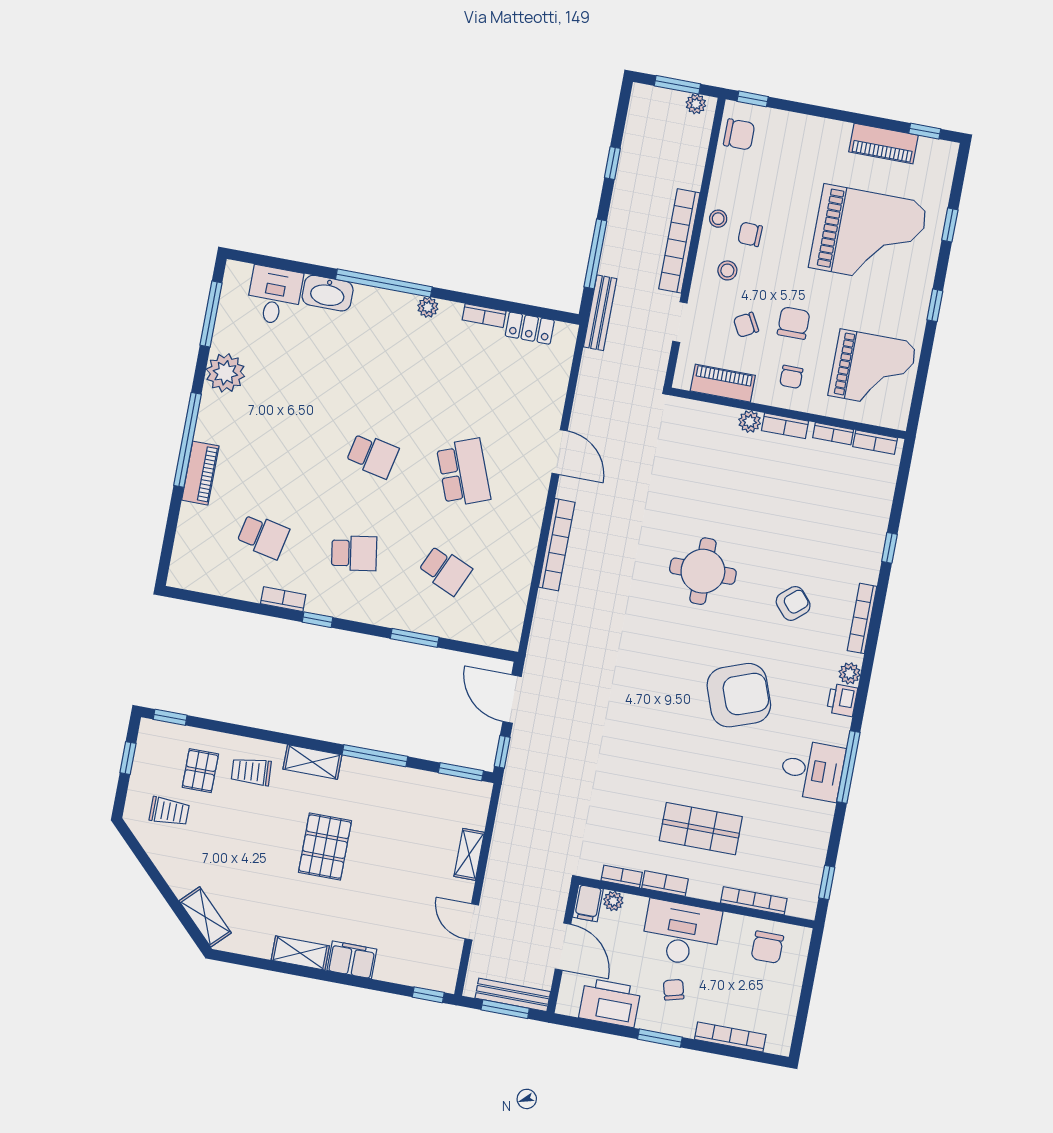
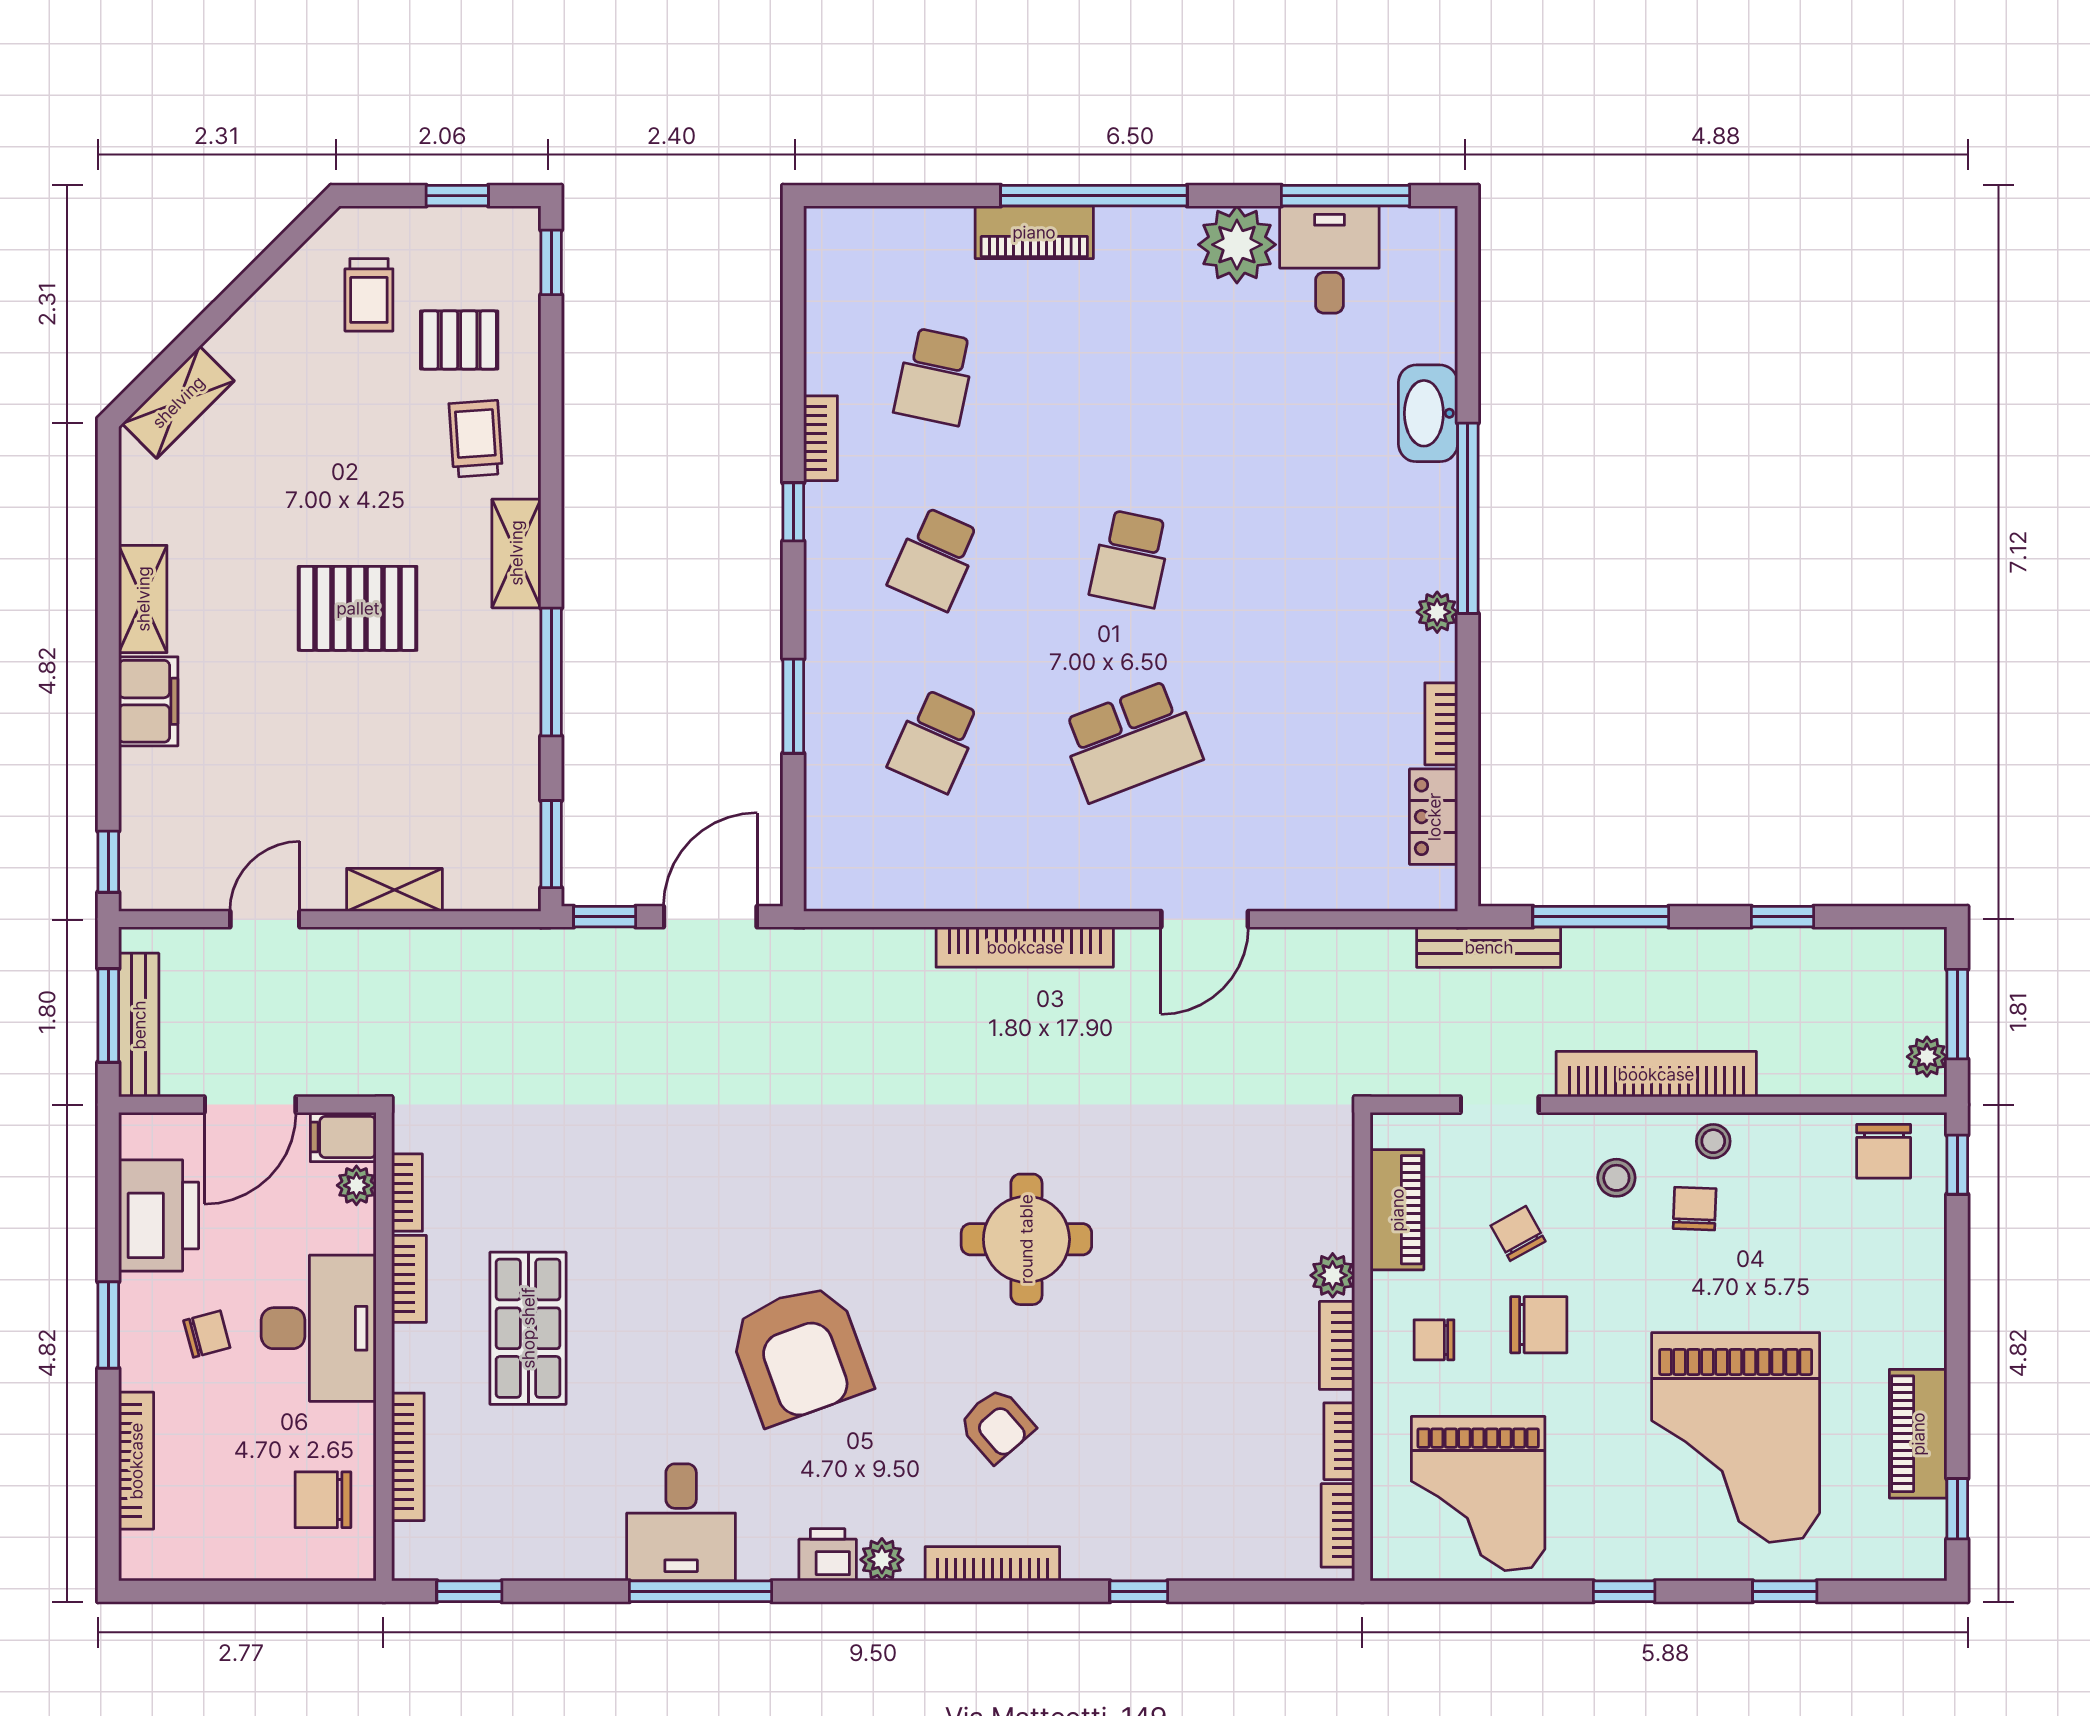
desk: (274, 296) -> (1329, 260), moved, turned -90
school desk: (354, 553) -> (935, 559), turned 33

